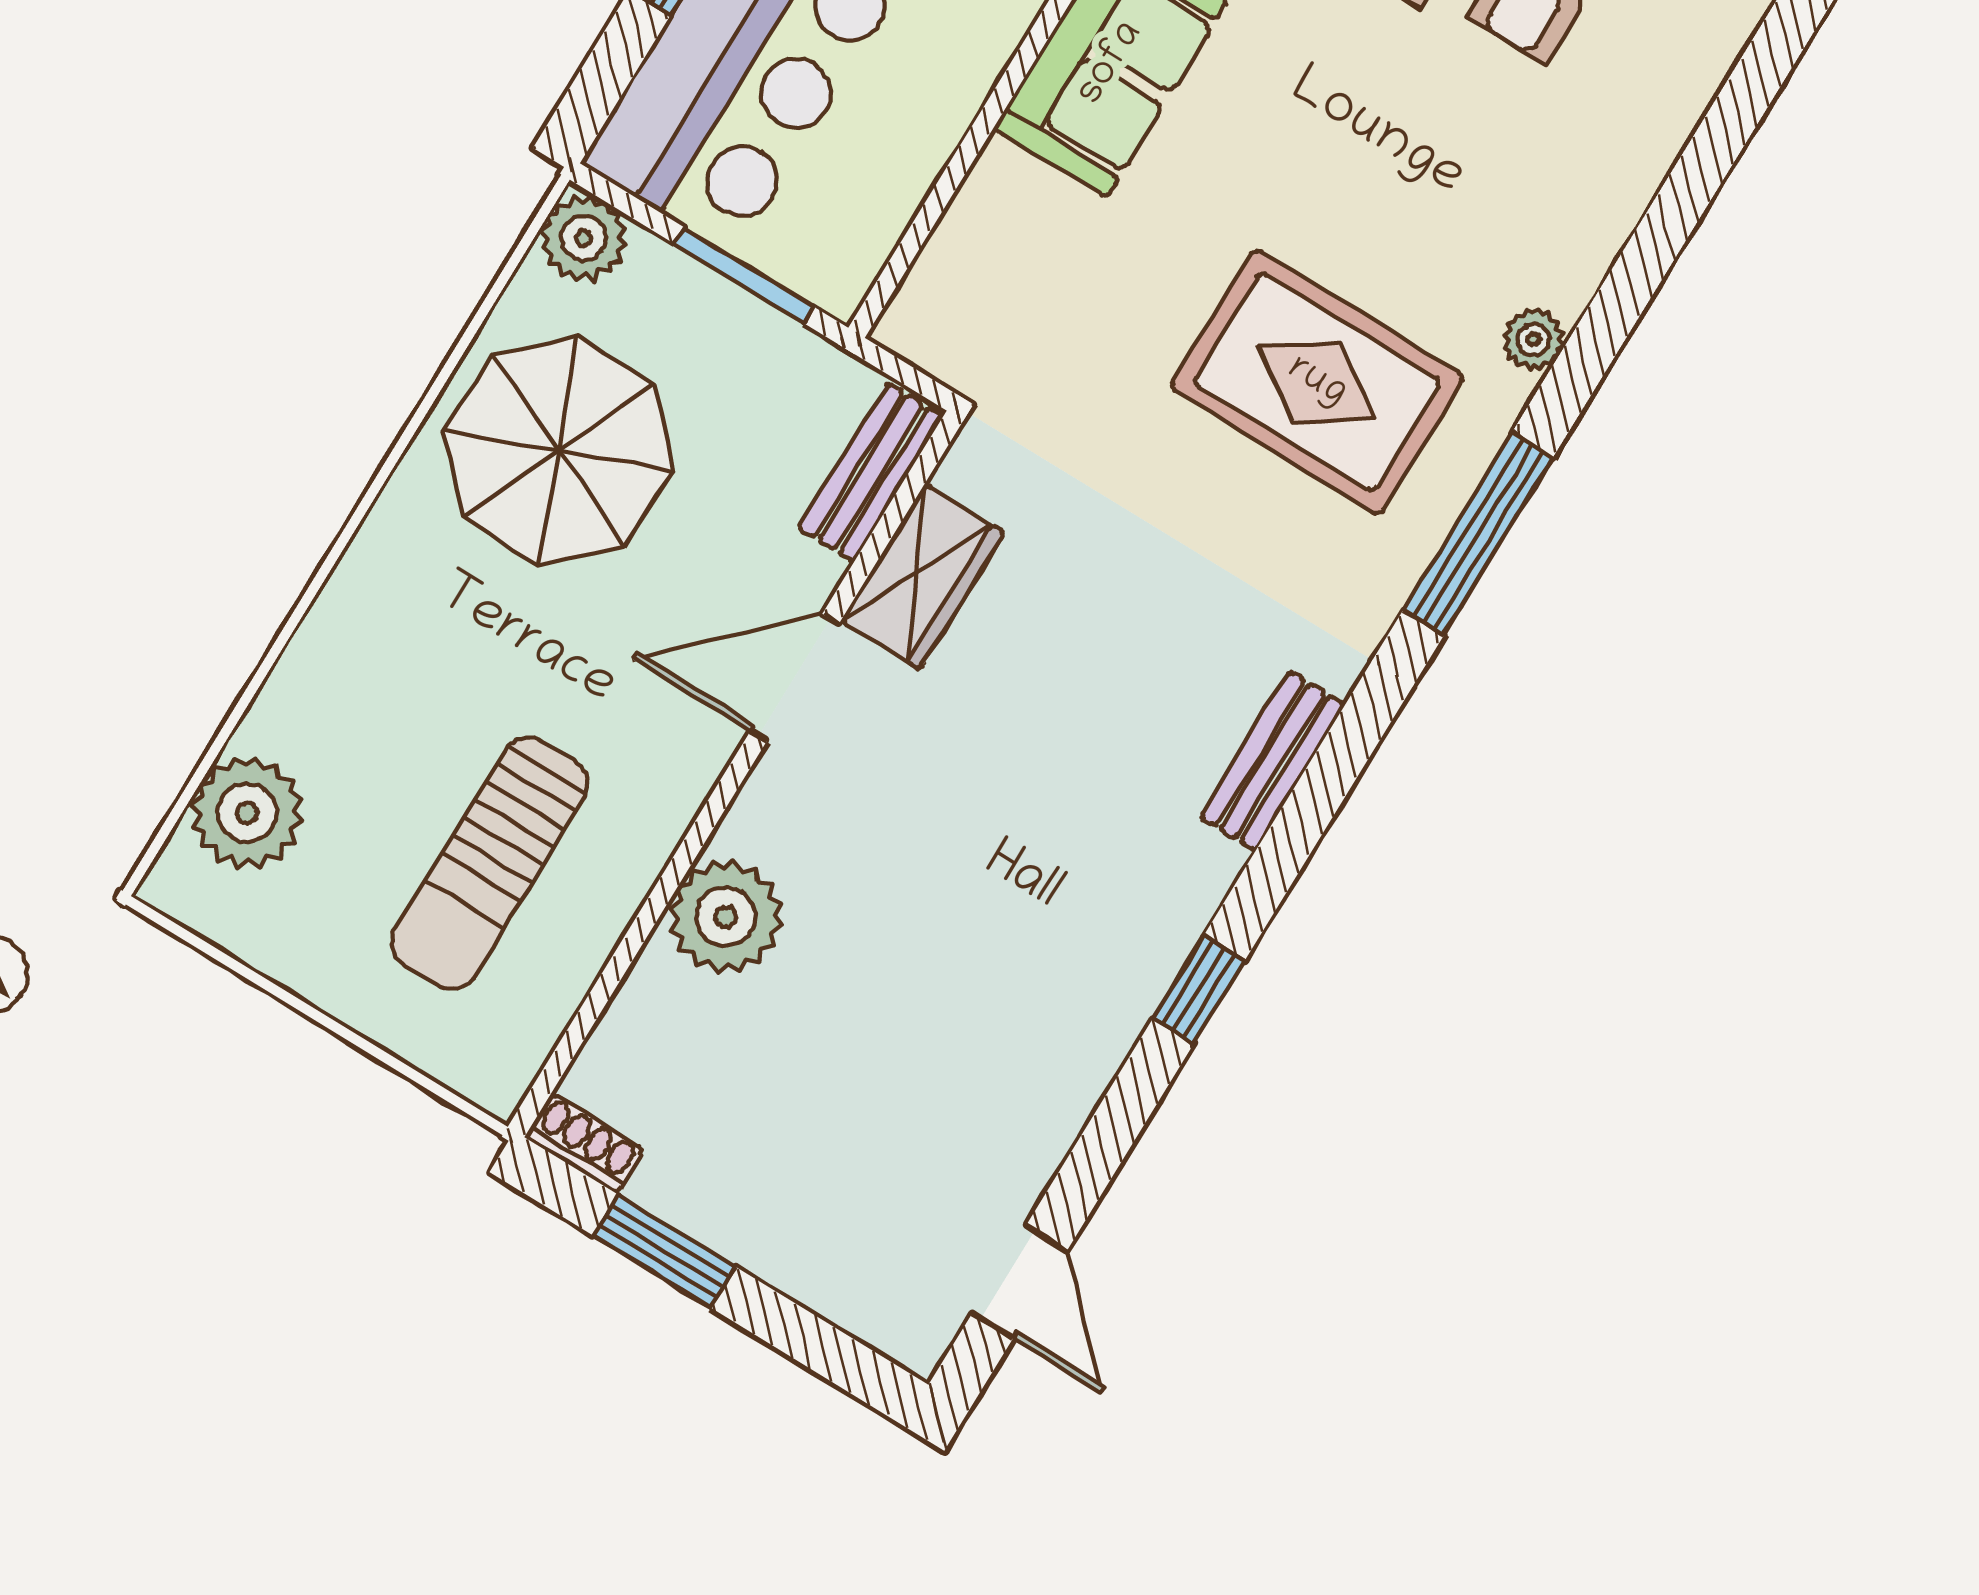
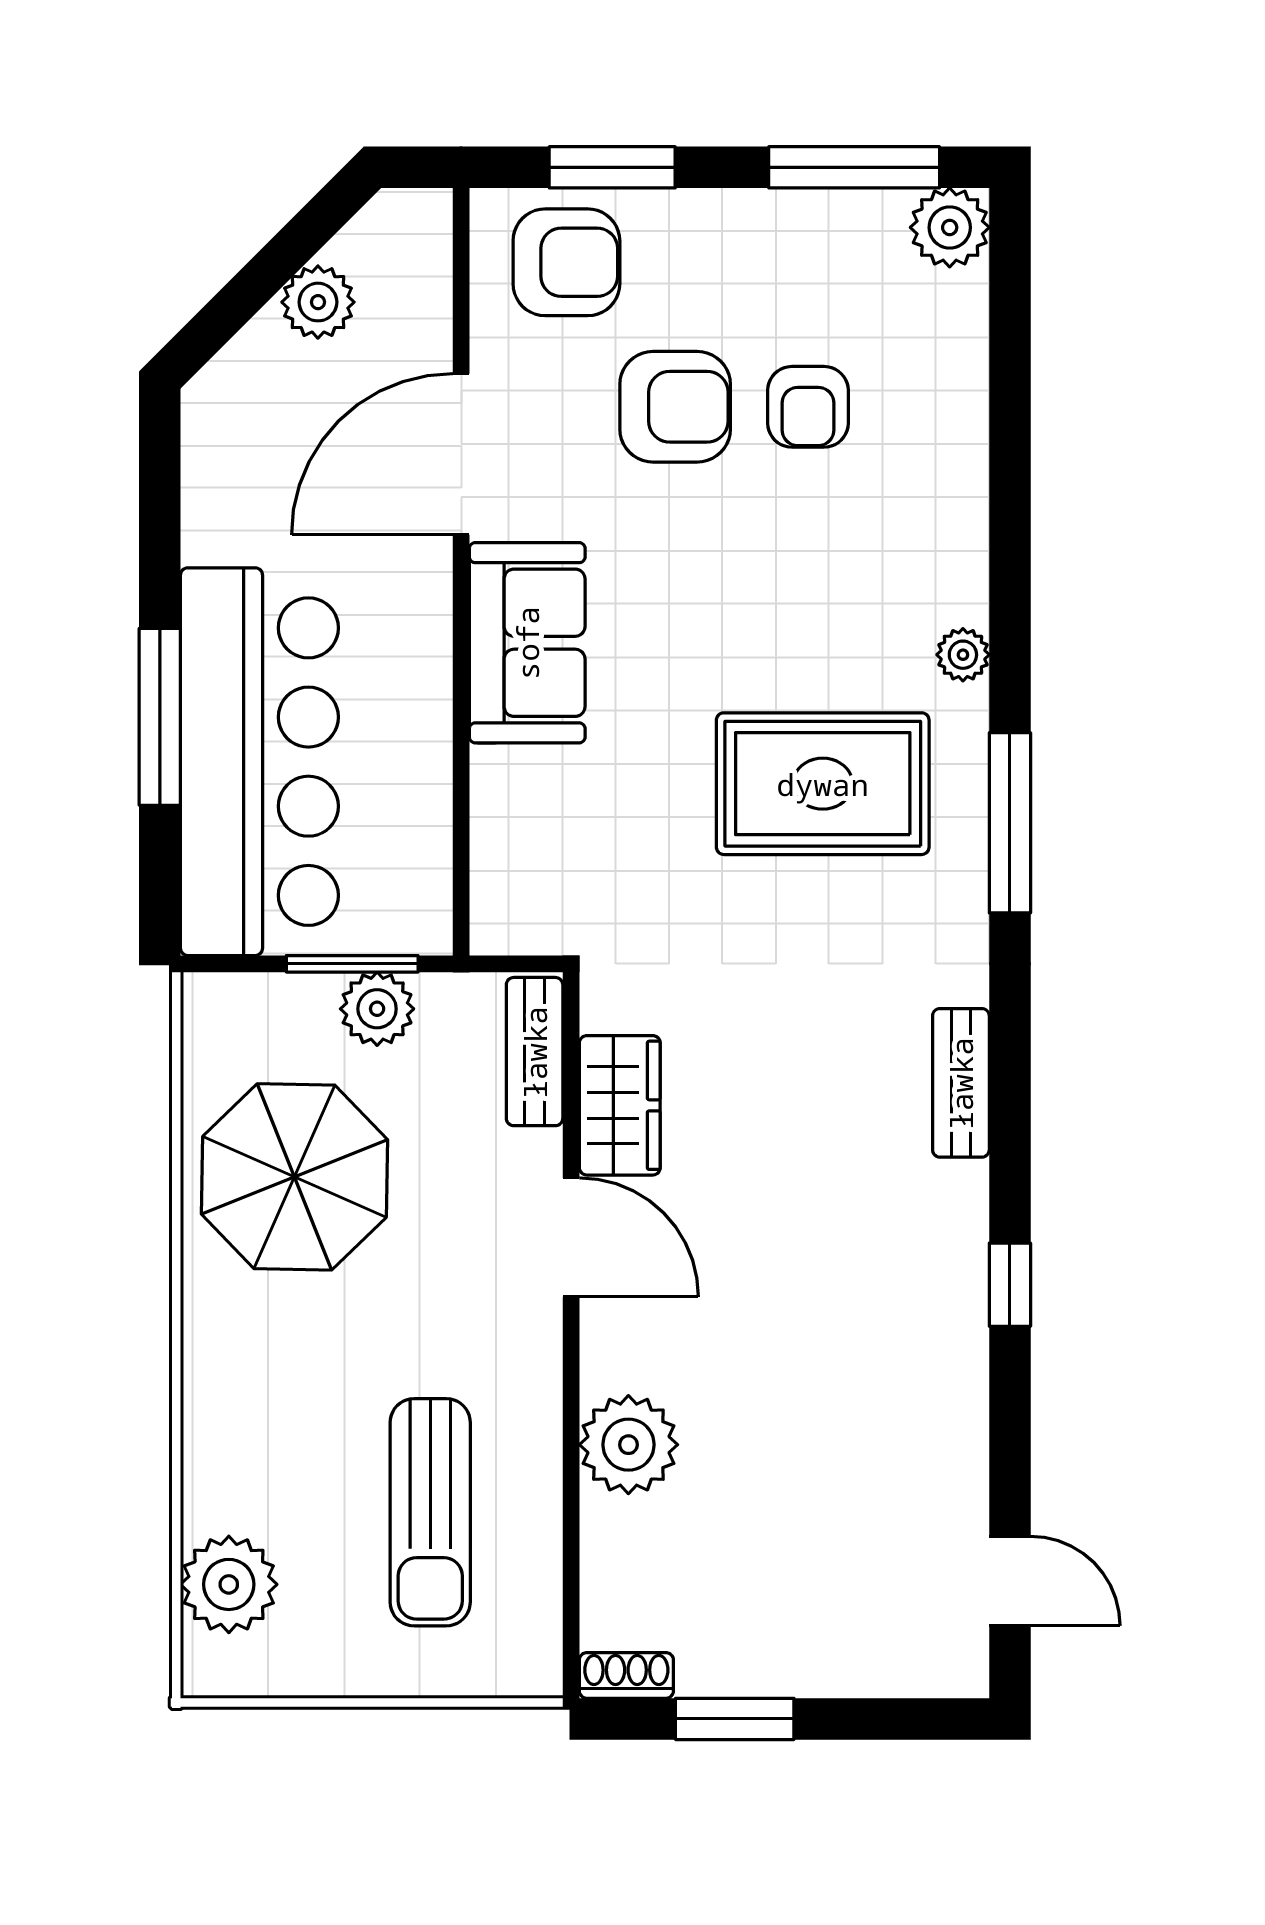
plant: (584, 238) -> (377, 1009), moved
door: (795, 678) -> (571, 1237), swing flipped

